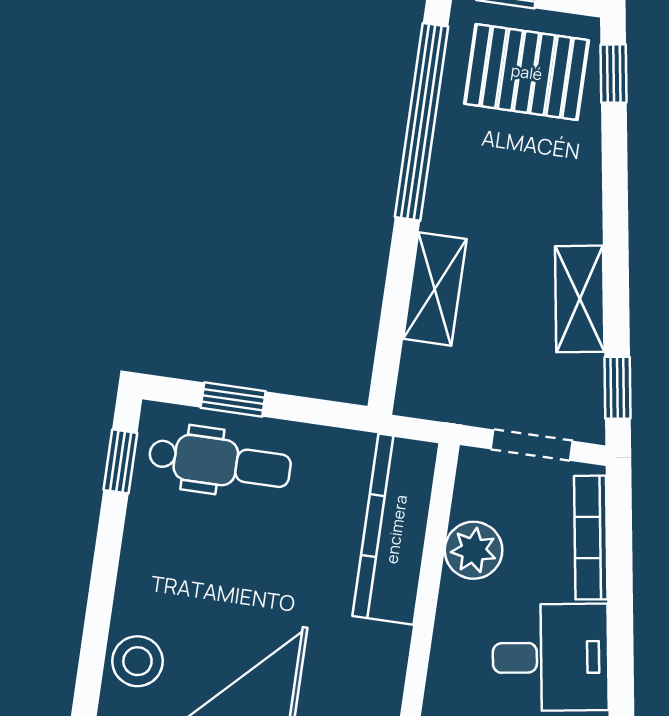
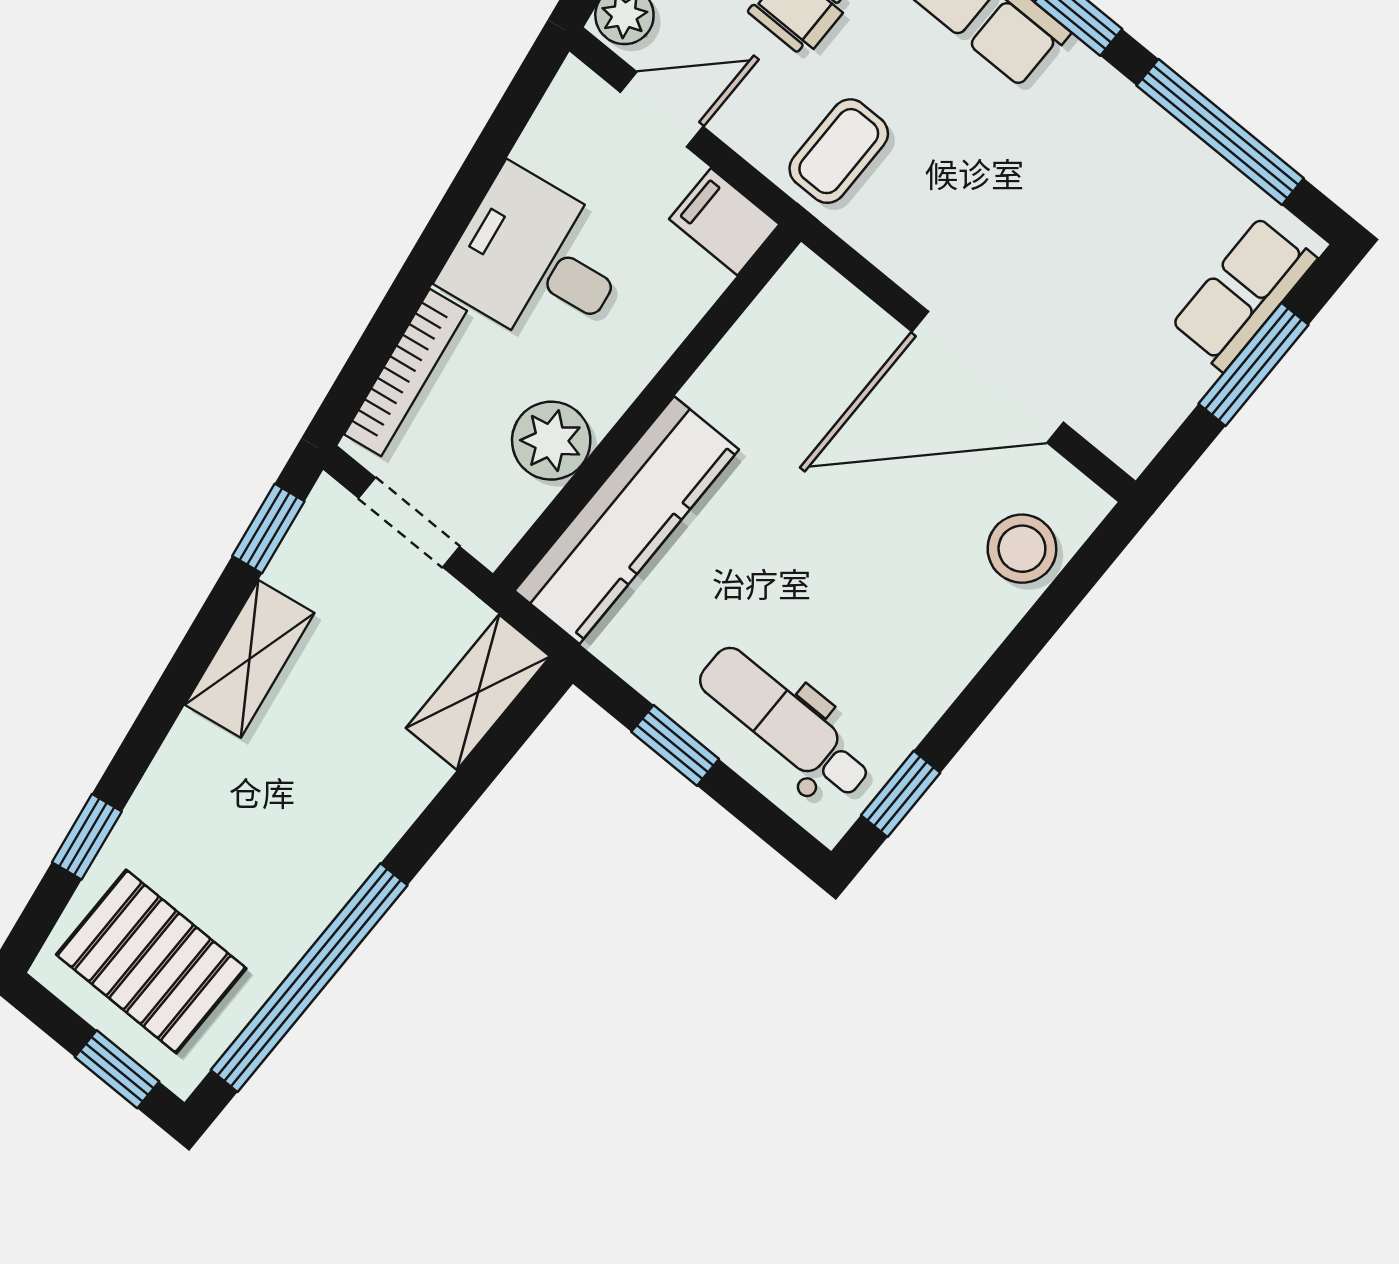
window: (614, 74) -> (87, 837), moved
shelving: (435, 289) -> (478, 692), moved
window: (233, 400) -> (675, 745), moved

